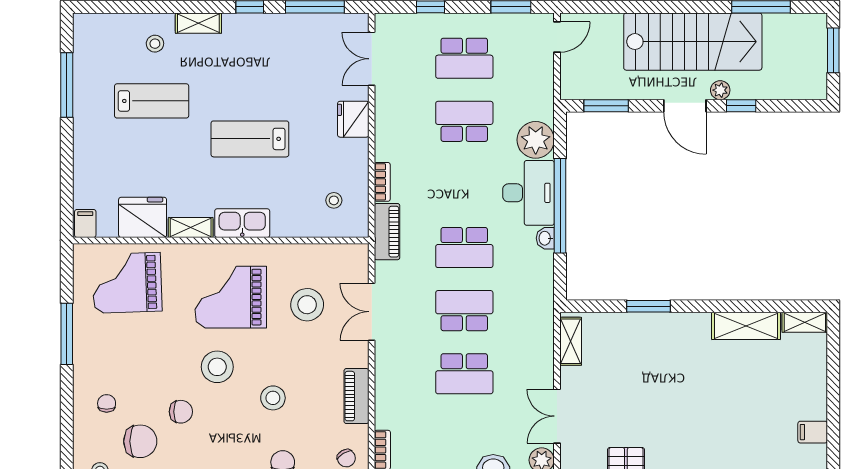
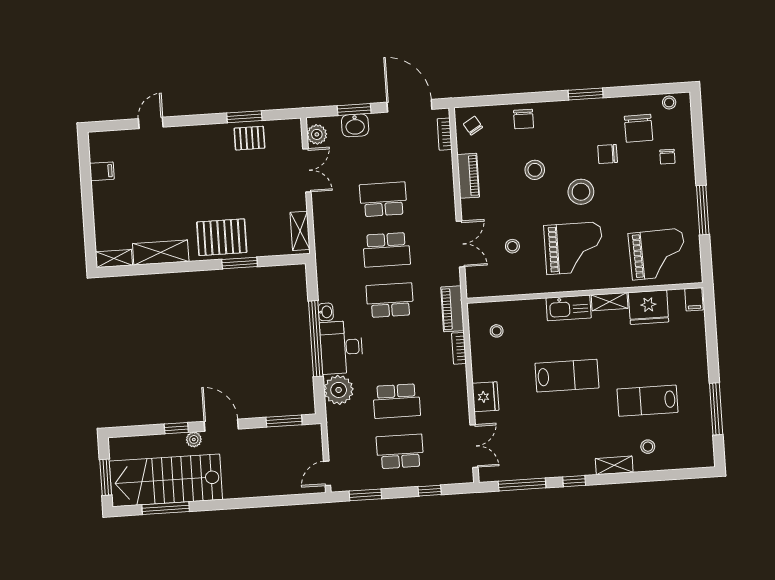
stairs: (693, 42) -> (166, 480), moved
stool: (307, 305) -> (512, 246), width x0.53, depth x0.53
pallet: (669, 340) -> (222, 237), added
chair: (140, 441) -> (638, 128), turned -91

